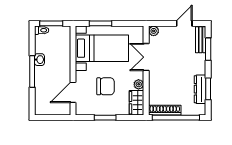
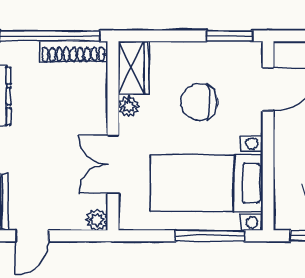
window: (100, 23) -> (210, 236), width x1.44
double door: (146, 57) -> (113, 164), swing flipped
window: (105, 118) -> (229, 36), moved

